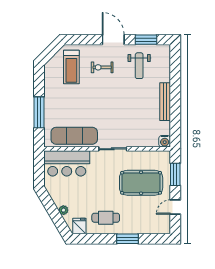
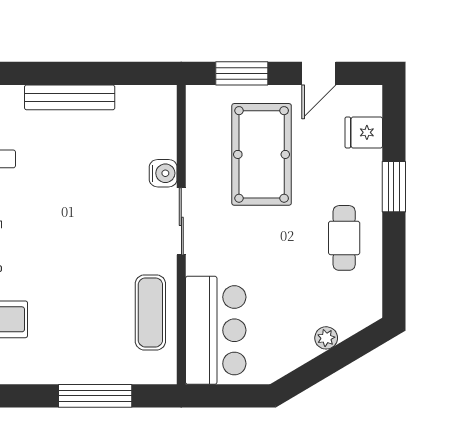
exercise mat: (74, 136) -> (150, 312), width x0.73, depth x0.69
water cooler: (165, 141) -> (163, 173), moved
door: (175, 207) -> (319, 73), hinge flipped
fridge: (79, 226) -> (364, 132), moved

